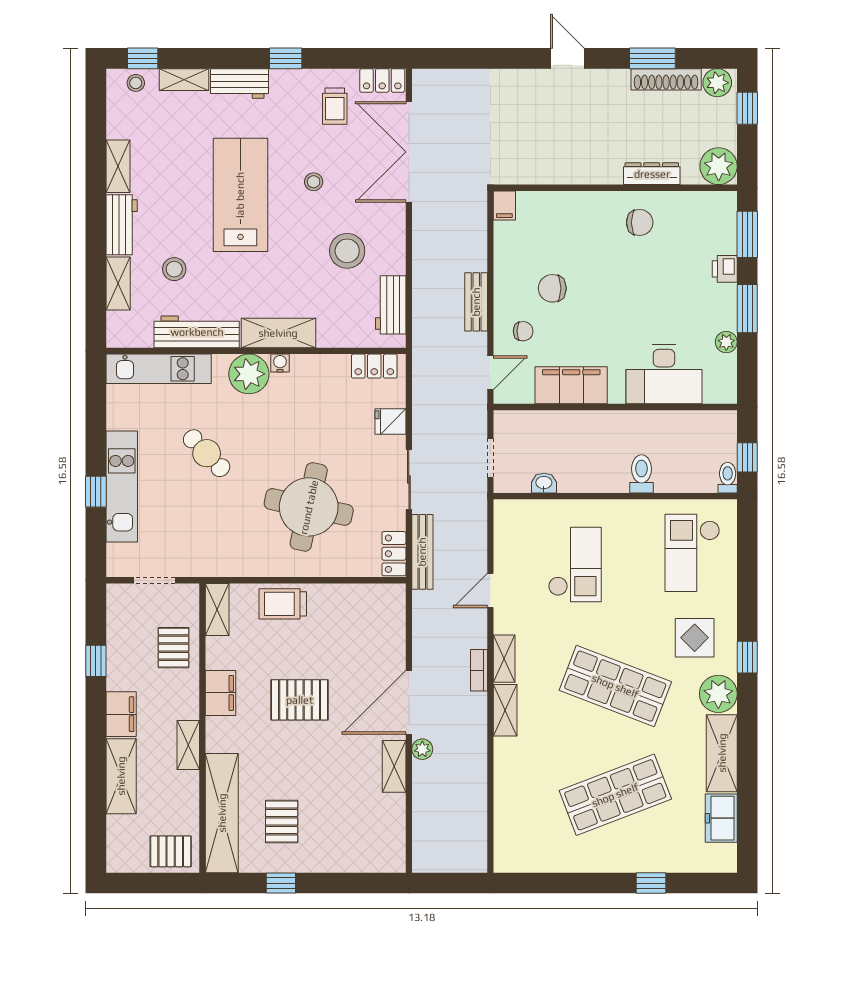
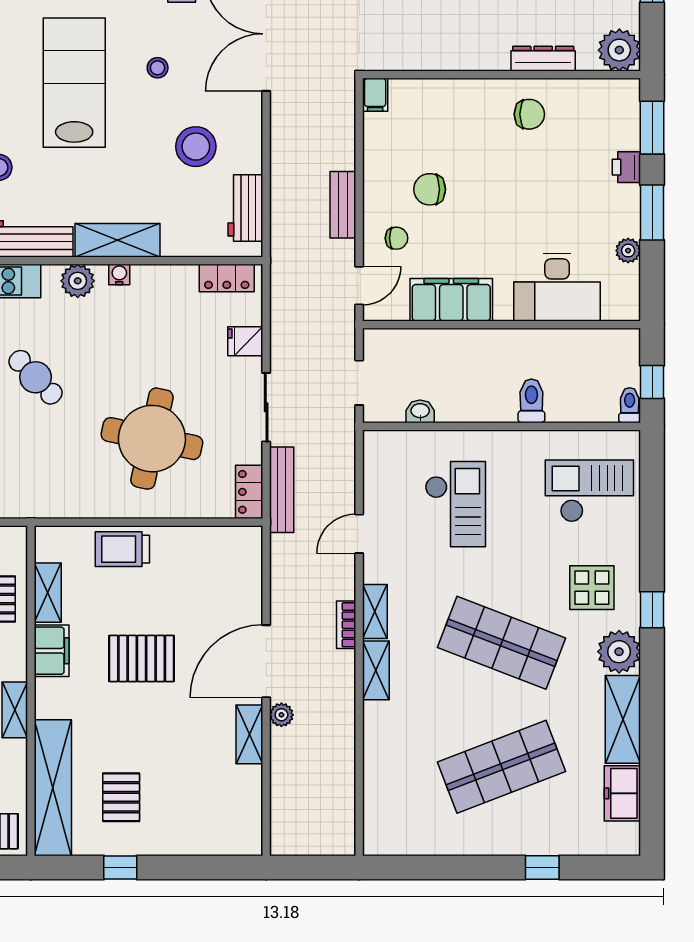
plant: (249, 374) -> (78, 281), width x0.73, depth x0.73
checkout: (692, 553) -> (589, 491), turned 90
shelving: (217, 609) -> (48, 593), moved

